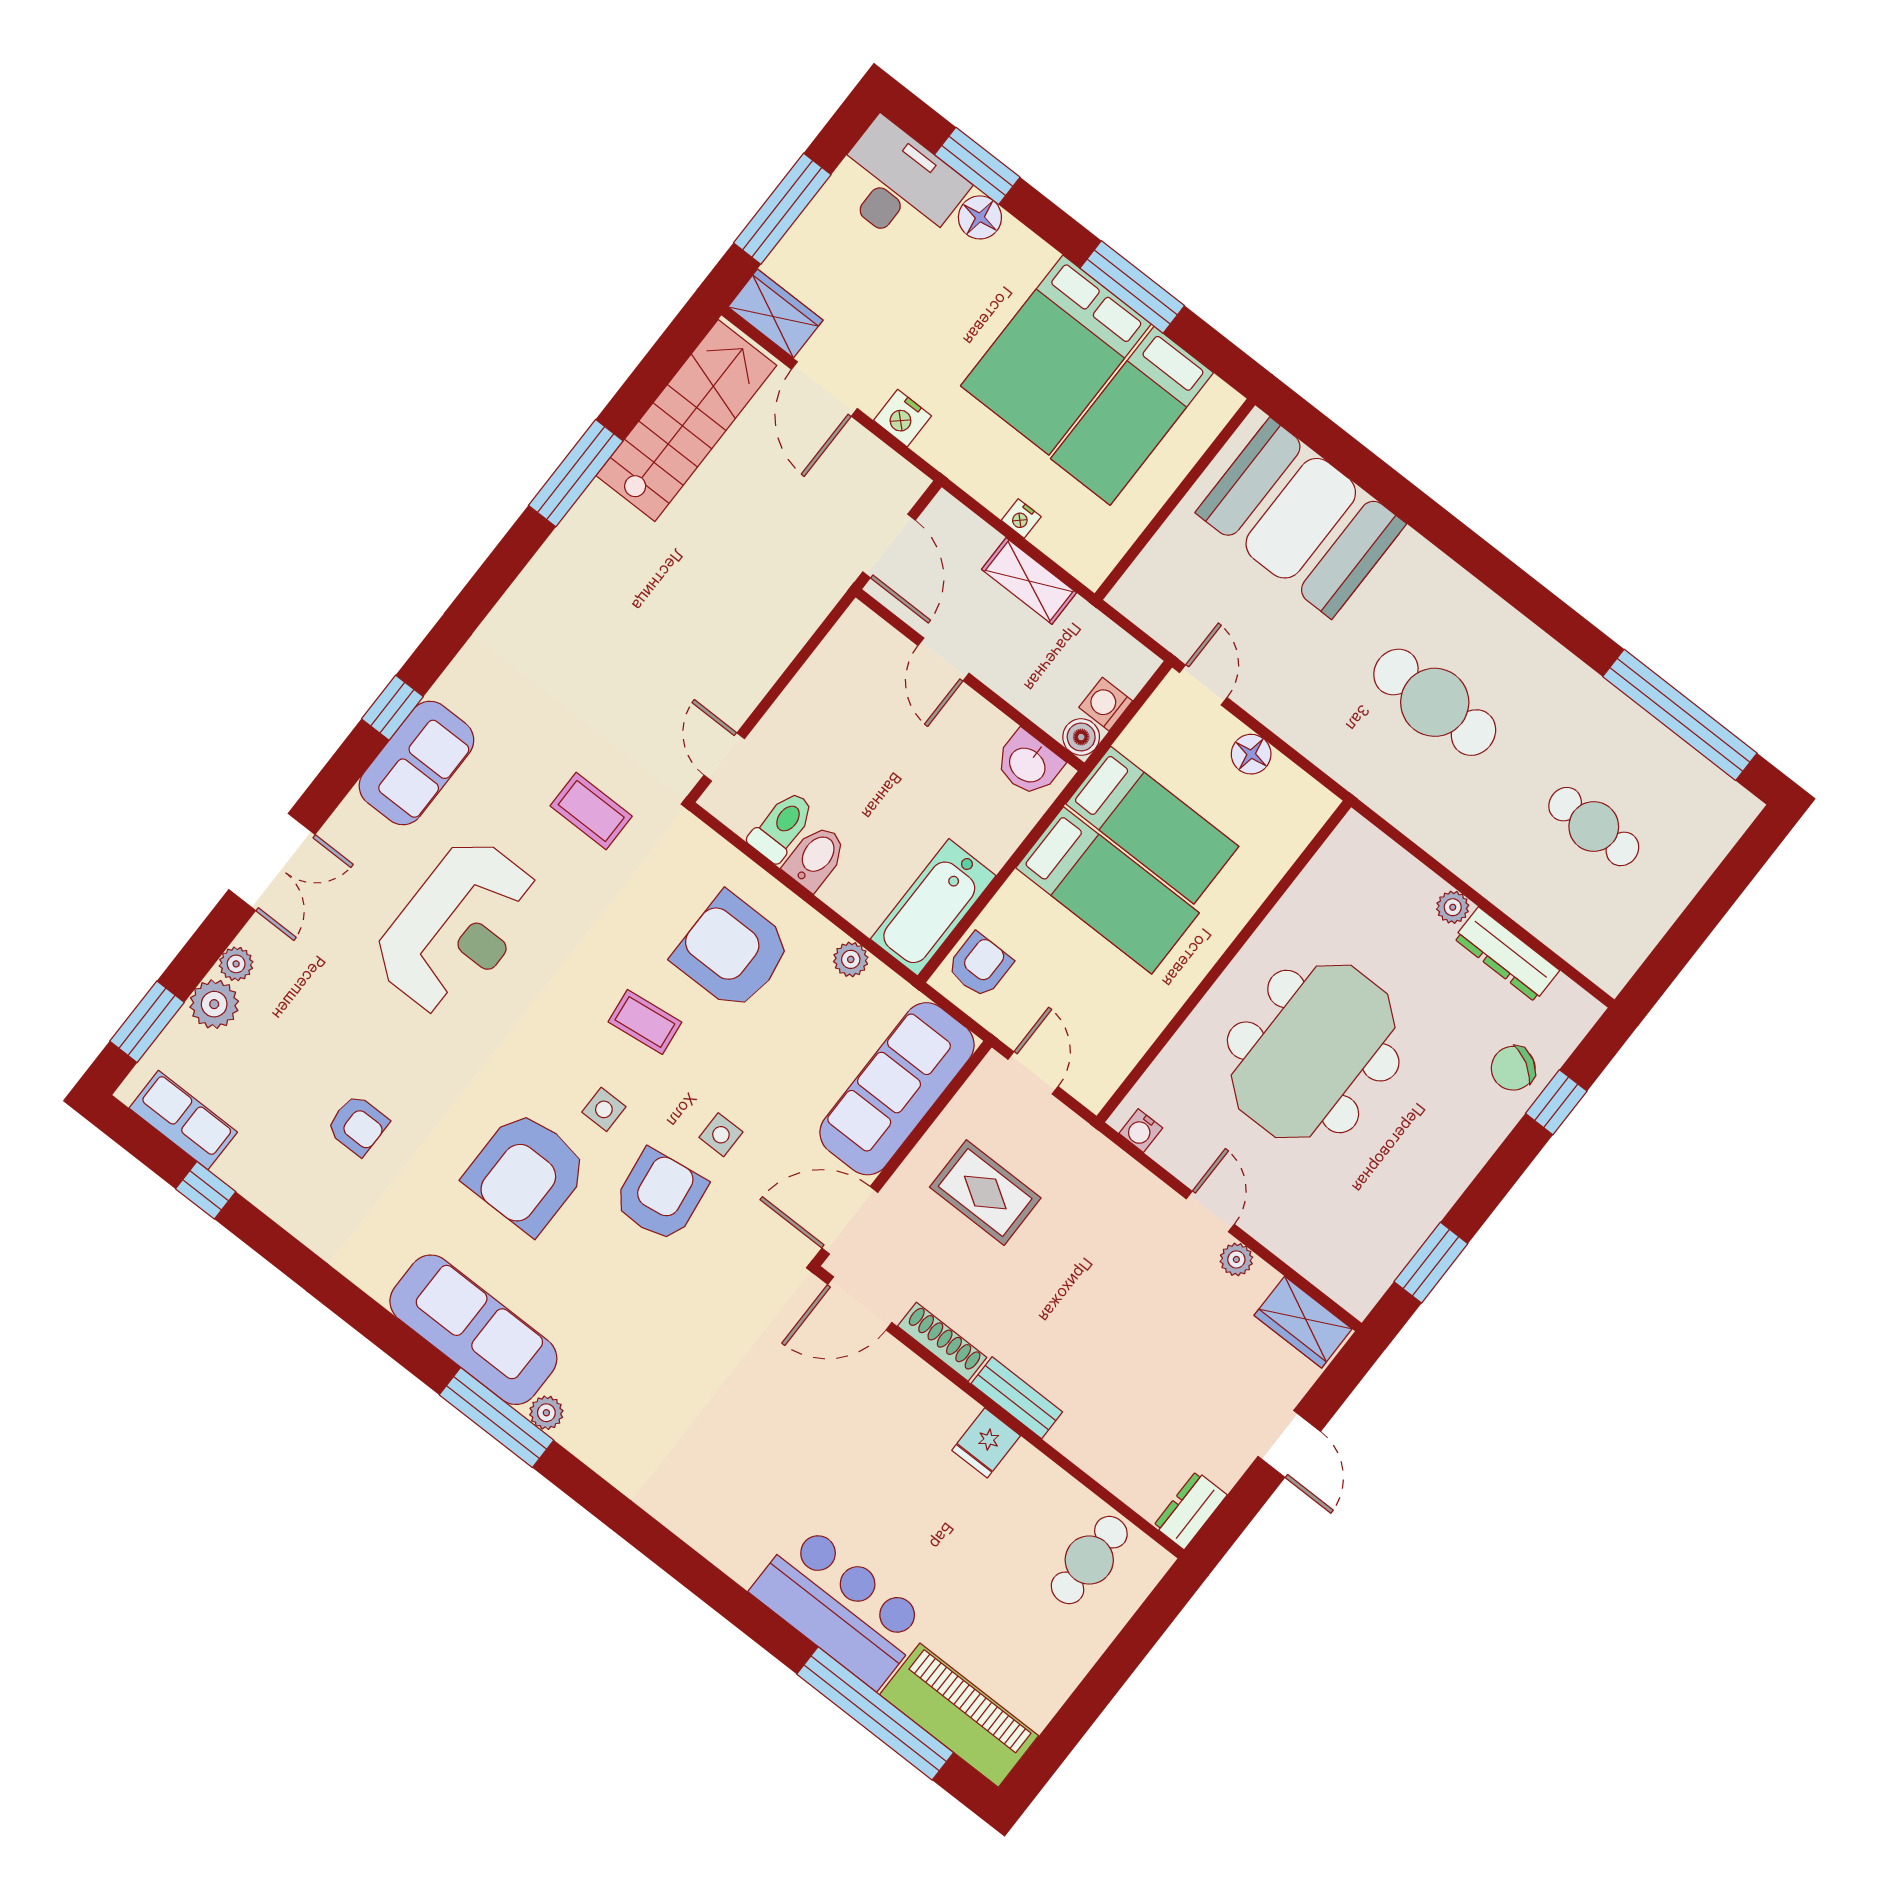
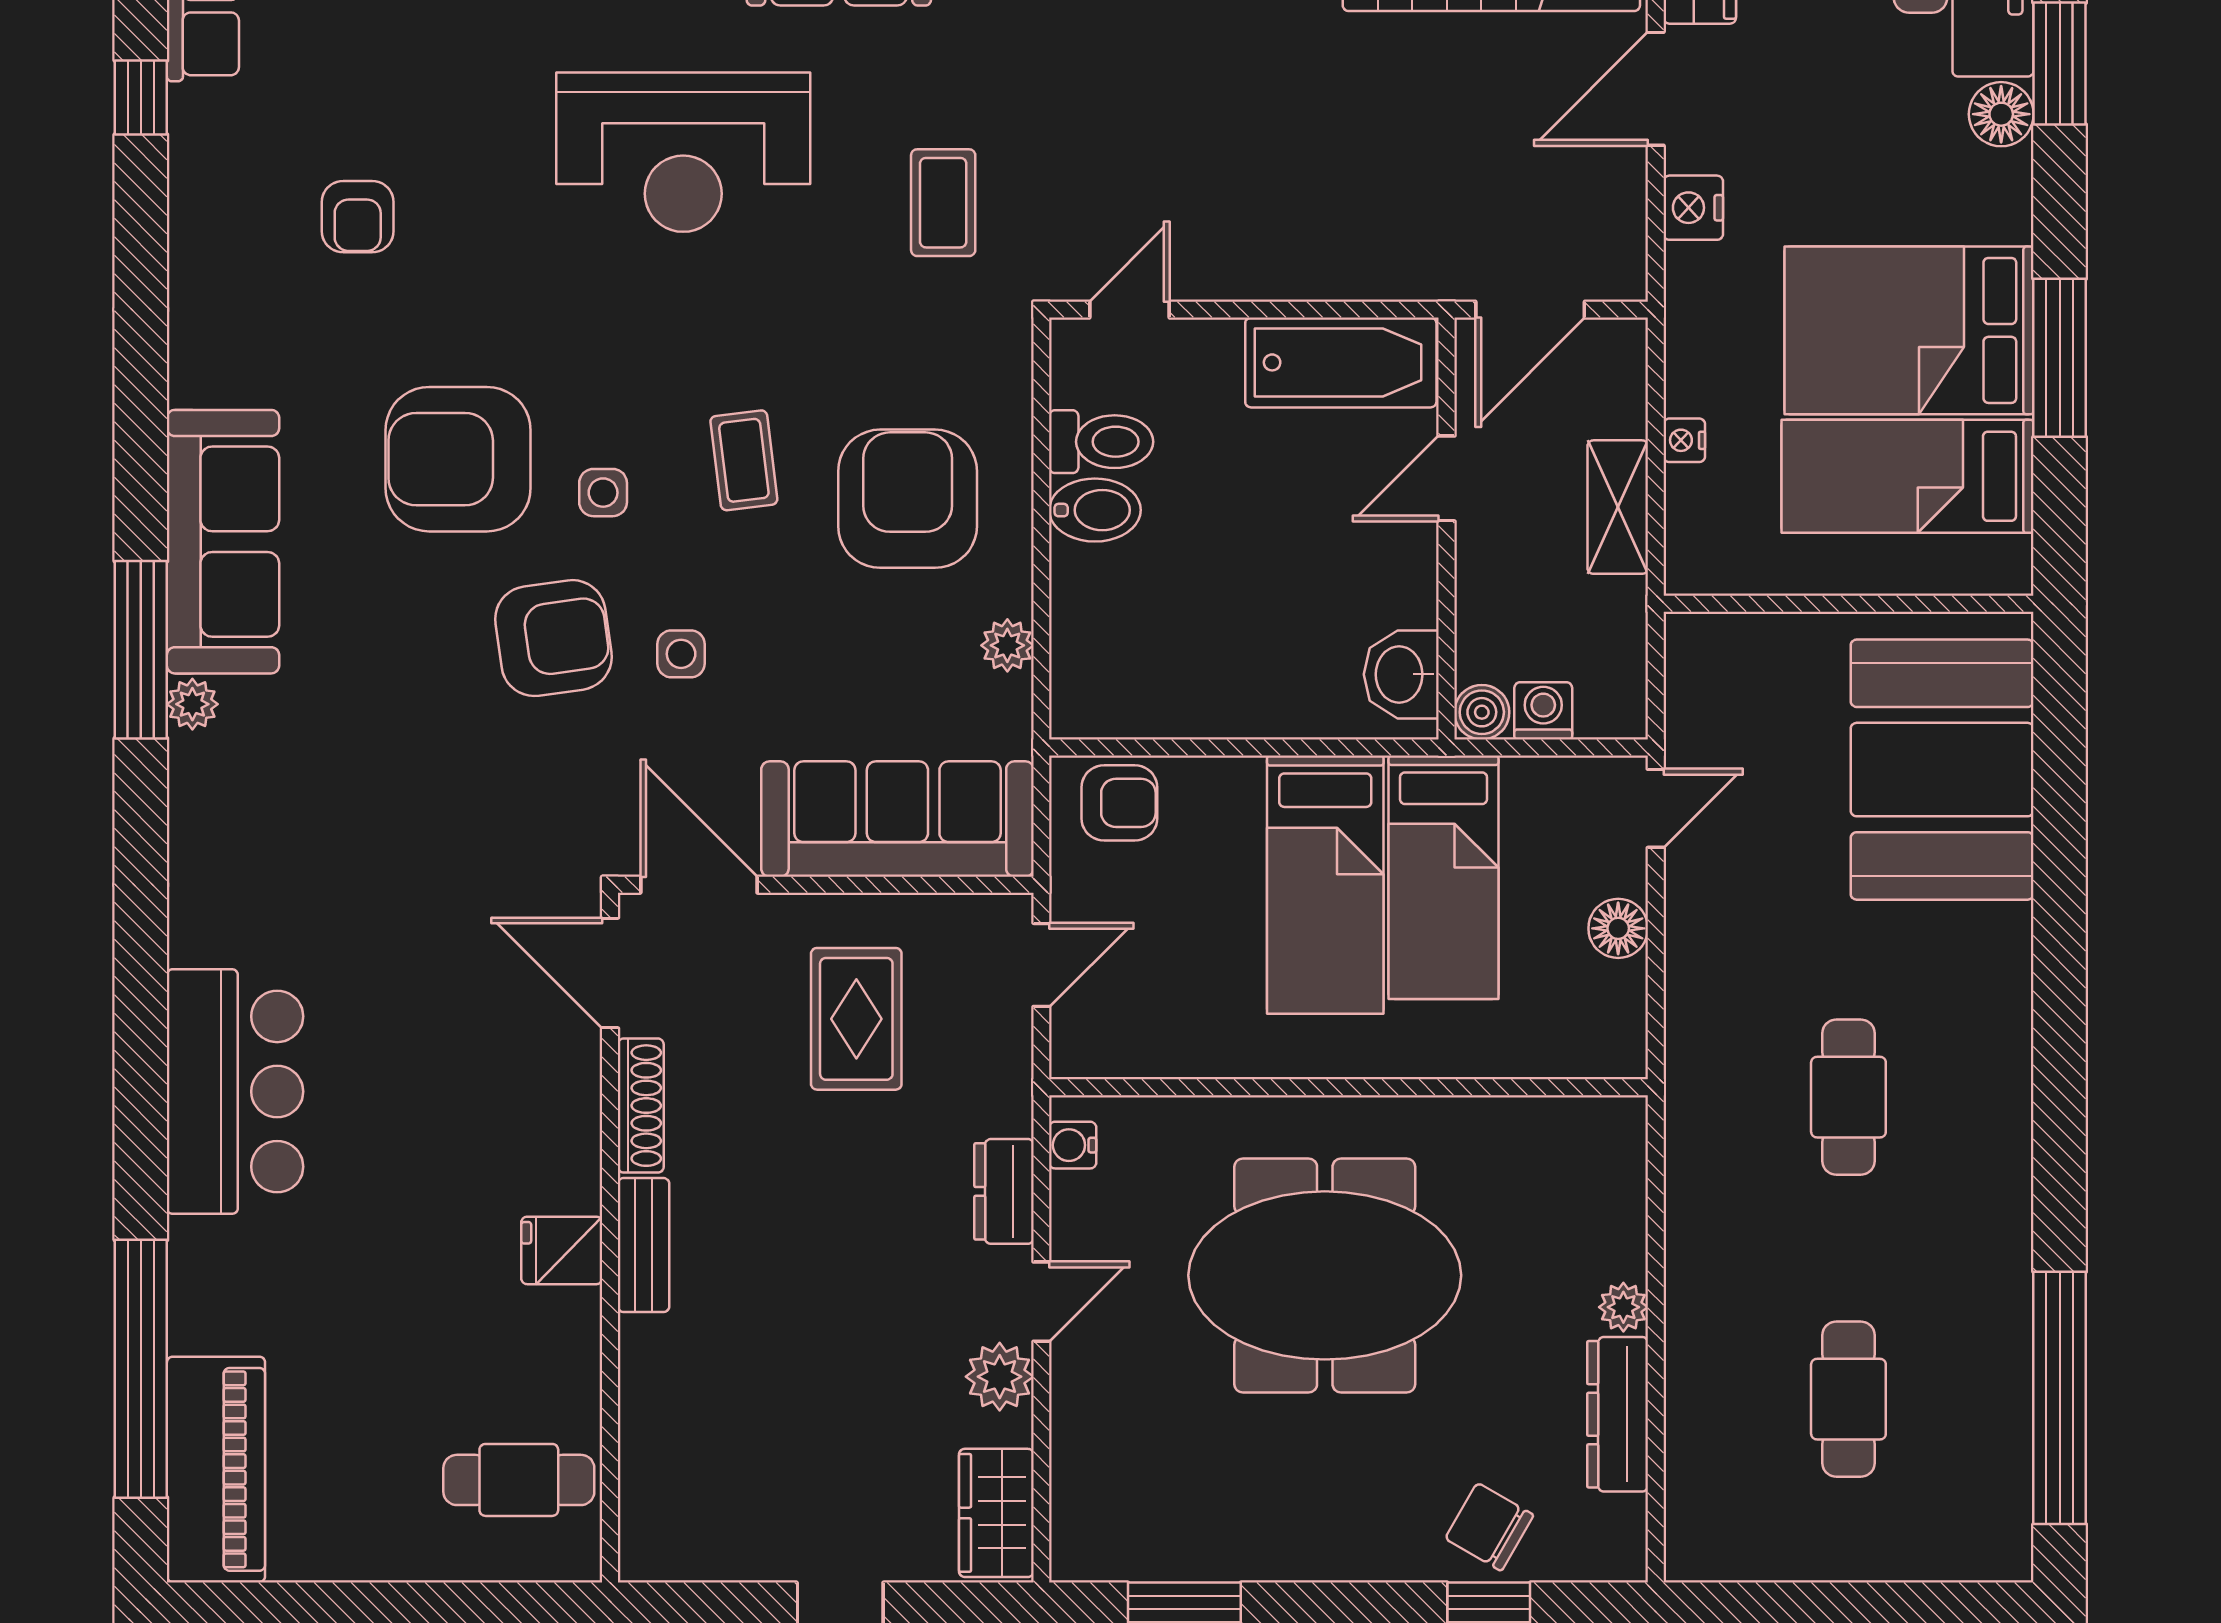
cafe table: (1435, 702) -> (1848, 1097), width x0.73, depth x0.74
bathtub: (933, 907) -> (1341, 362), moved, turned 180
plant: (1236, 1259) -> (1000, 1377), width x1.38, depth x1.38
dresser: (1190, 1510) -> (1004, 1191), moved, turned -90
bar counter: (840, 1606) -> (235, 1092), moved

